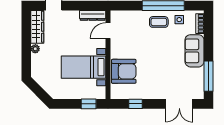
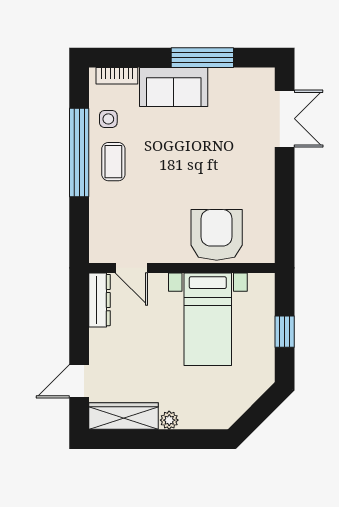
window: (209, 76) -> (202, 58), moved
window: (89, 104) -> (285, 332), moved
window: (135, 104) -> (285, 211), removed

